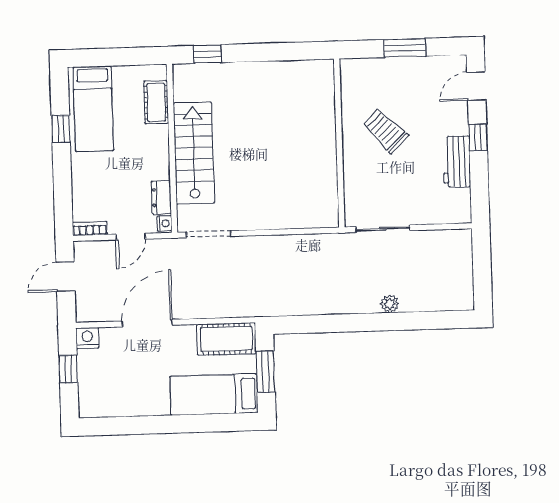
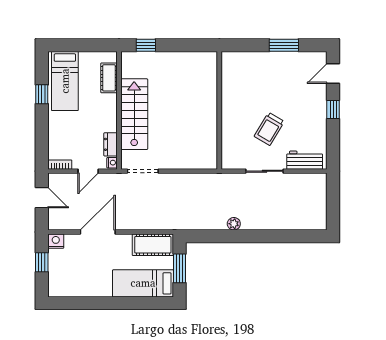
trolley: (385, 131) -> (269, 129), moved, turned -105
wall: (339, 143) -> (219, 110), moved
workbench: (457, 161) -> (305, 160), moved, turned 90
door: (65, 277) -> (42, 198), swing flipped
plant: (390, 304) -> (234, 224), moved

